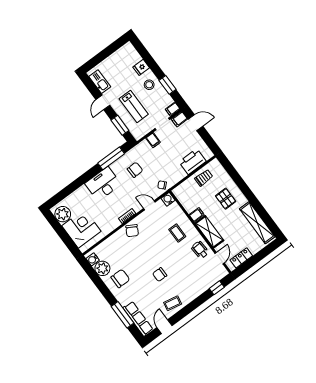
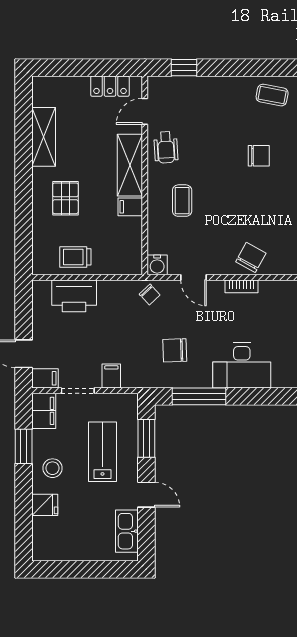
door: (103, 102) -> (146, 495), hinge flipped
filing cabinet: (173, 109) -> (44, 411), width x2.00
shelving: (257, 223) -> (44, 137), width x0.68

